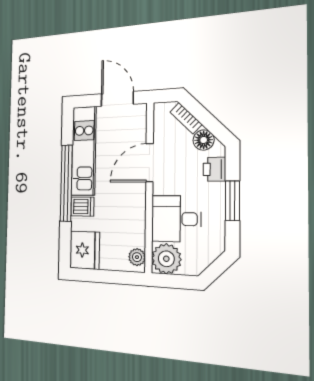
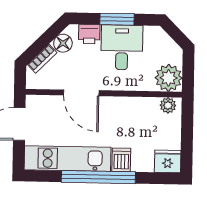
desk: (176, 219) -> (122, 47), moved, turned 180
fridge: (85, 250) -> (168, 161), width x0.73, depth x0.75

